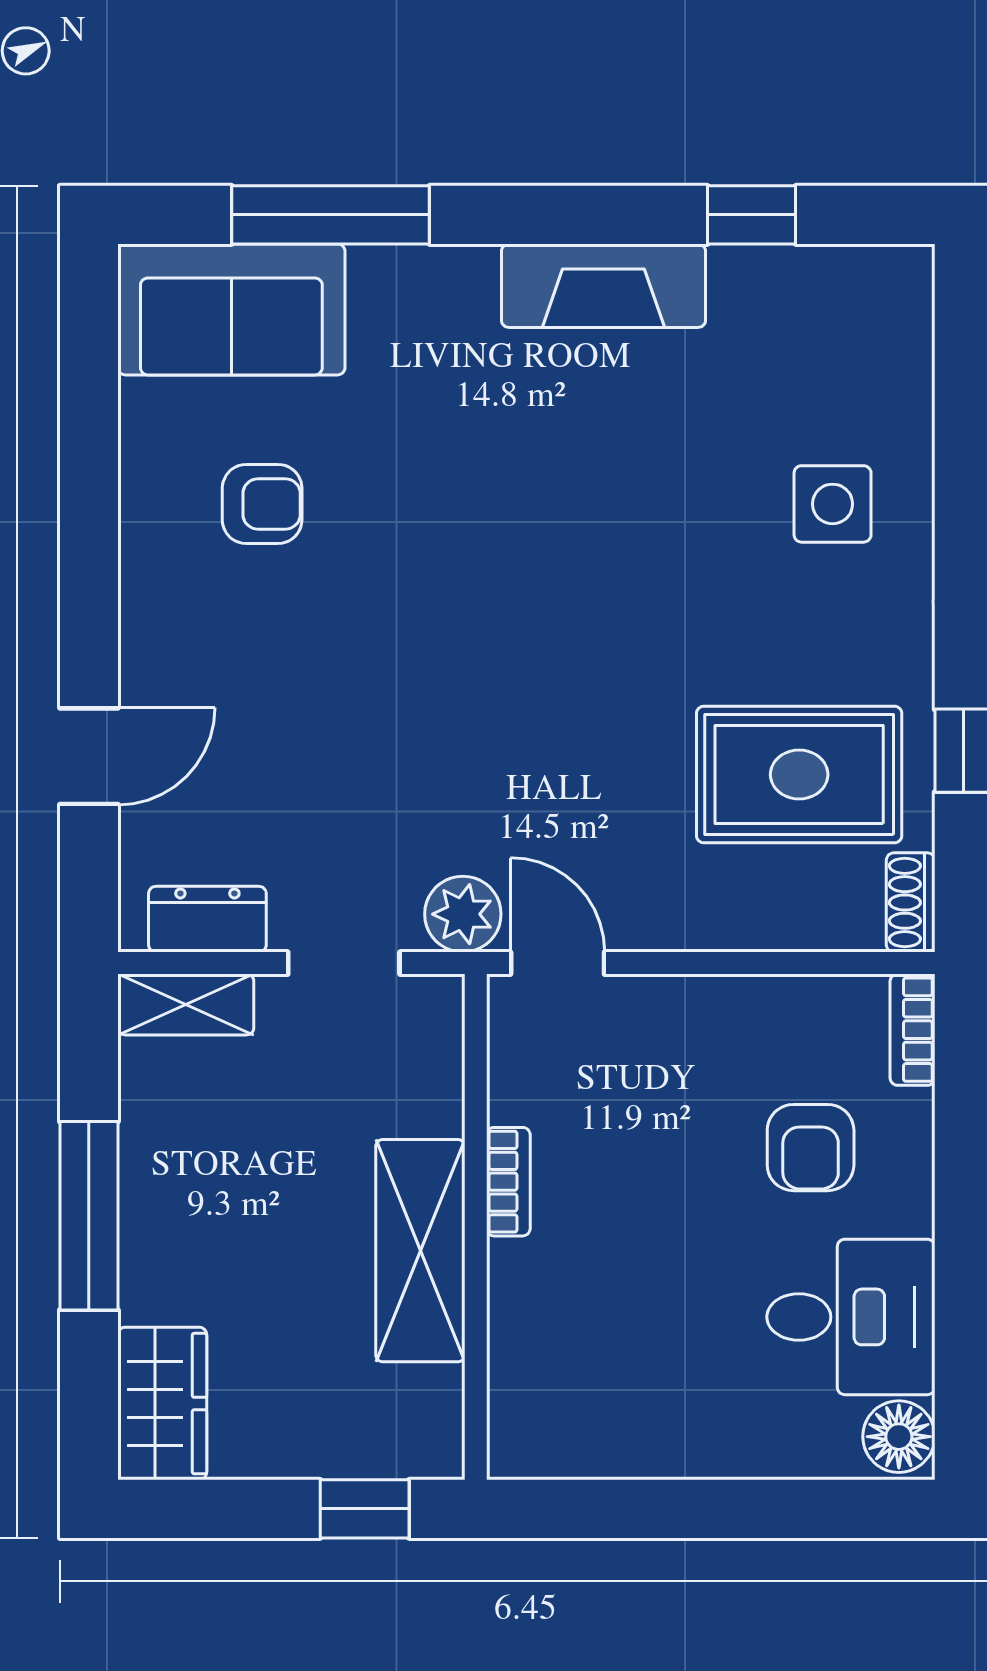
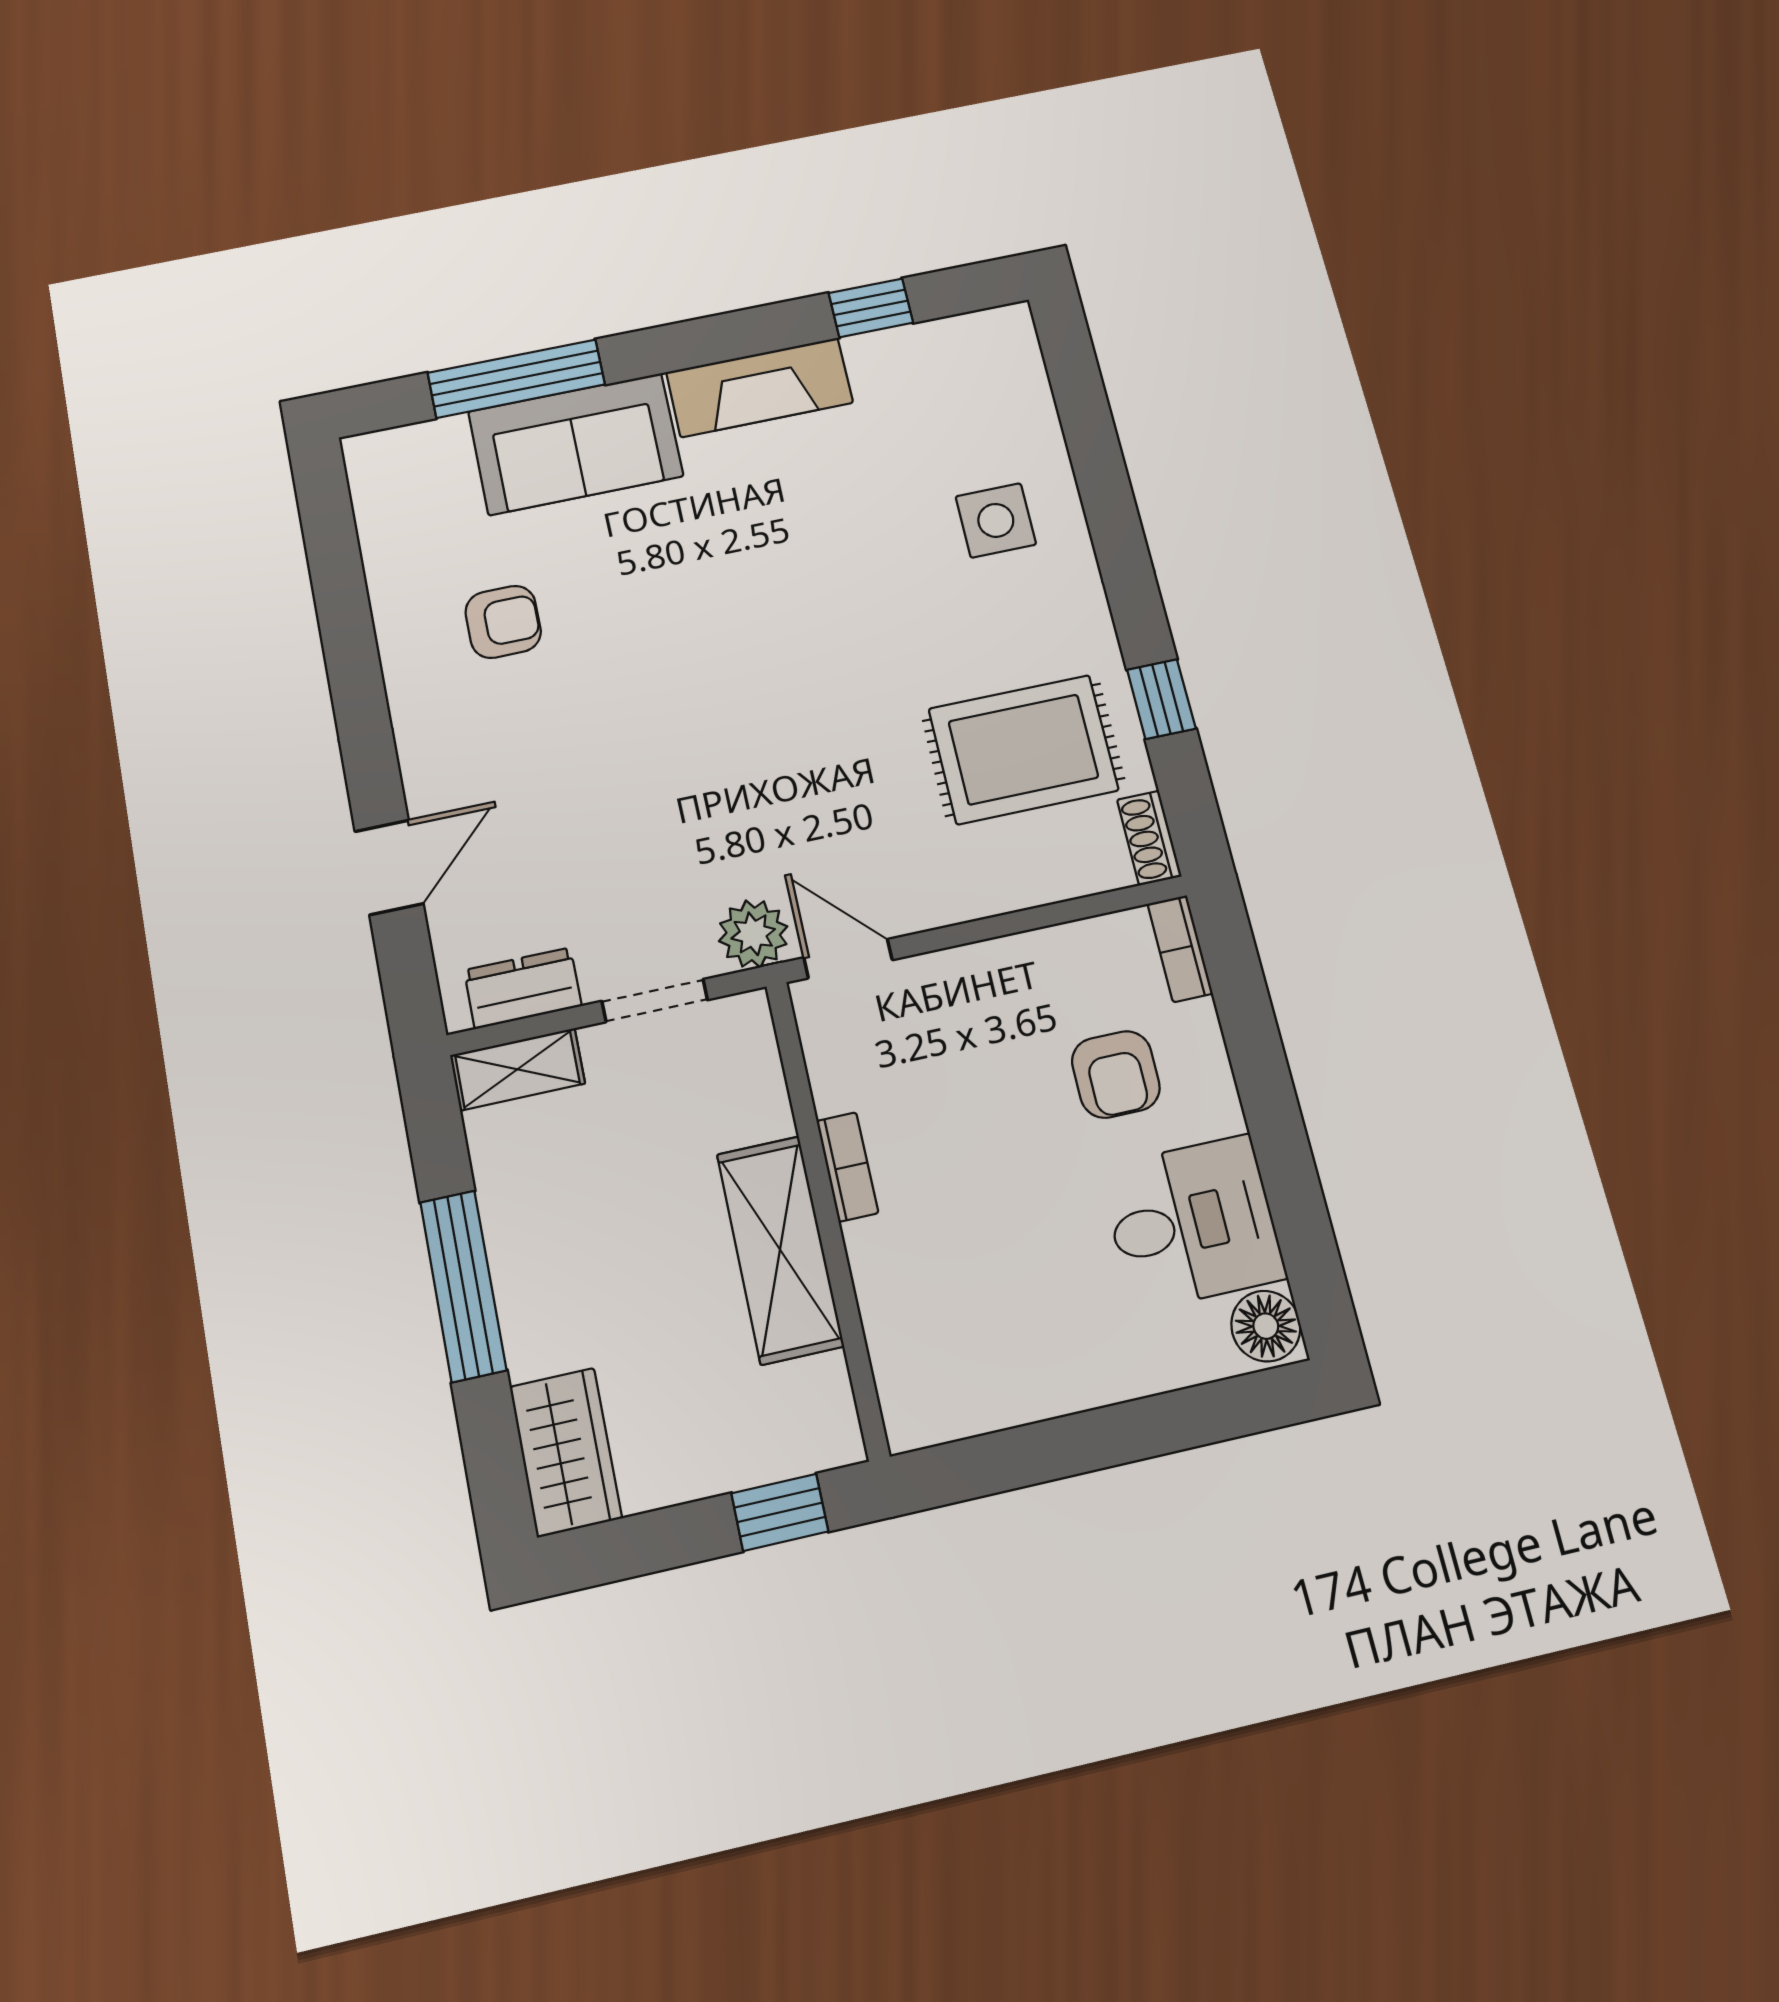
sofa: (231, 309) -> (576, 444), moved

